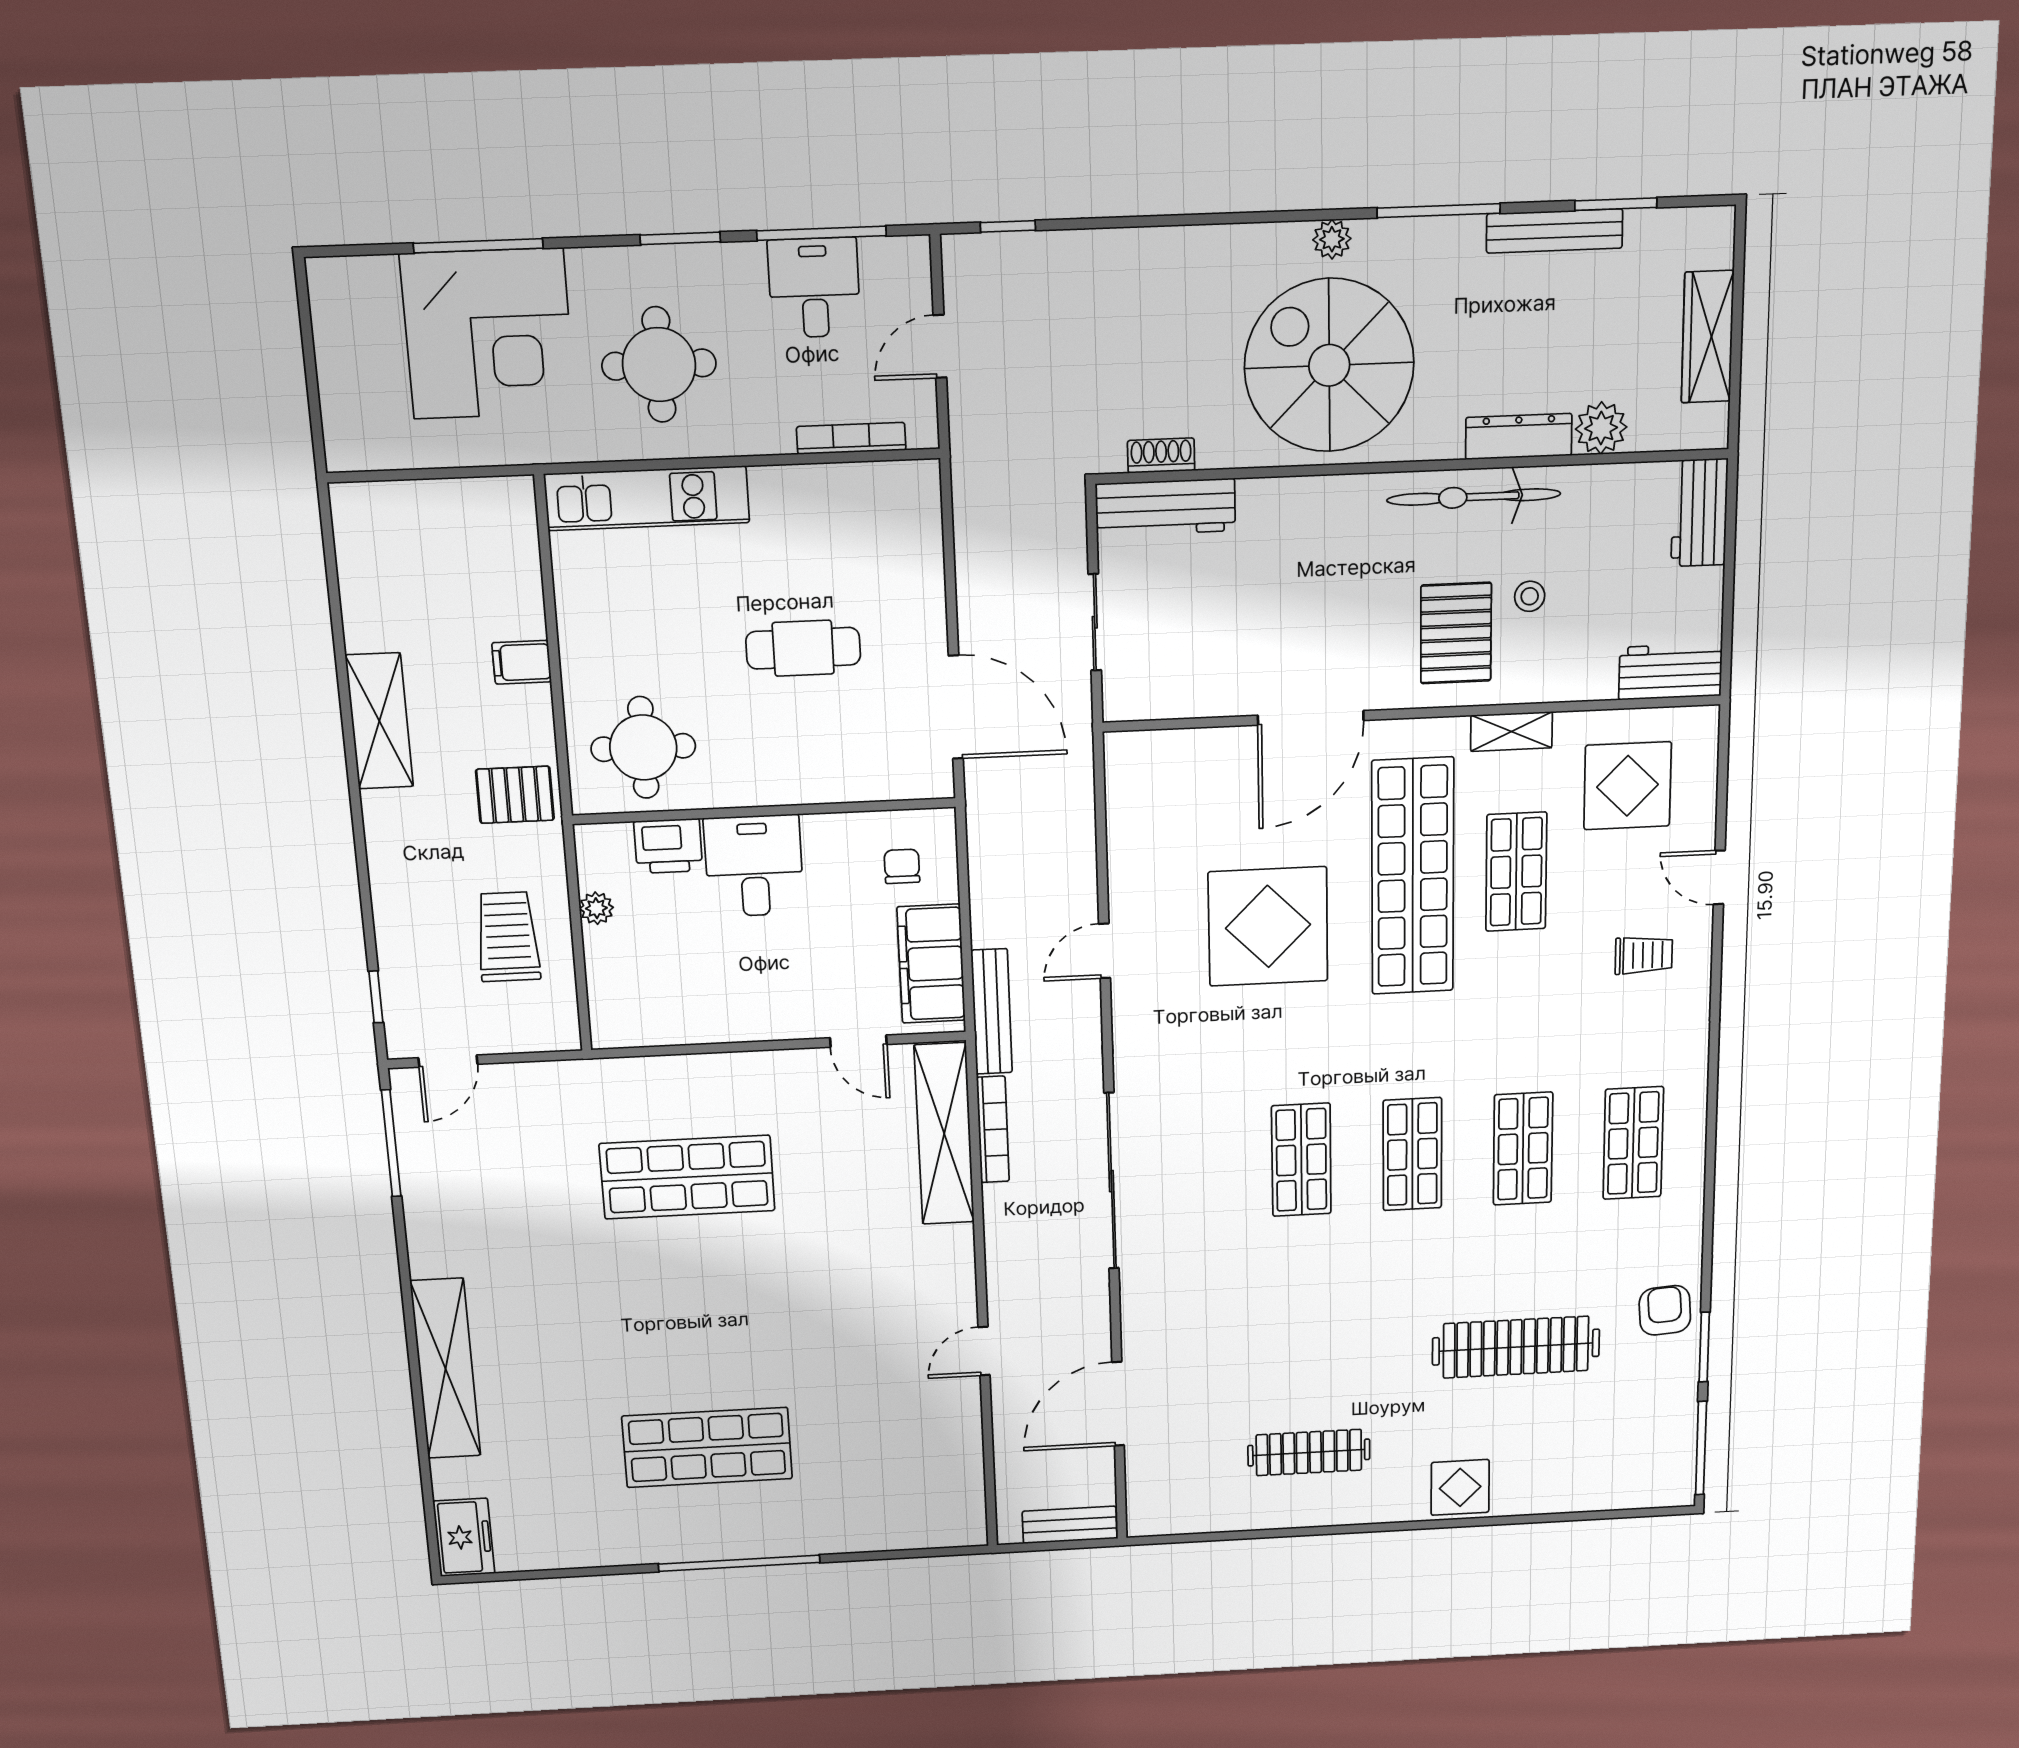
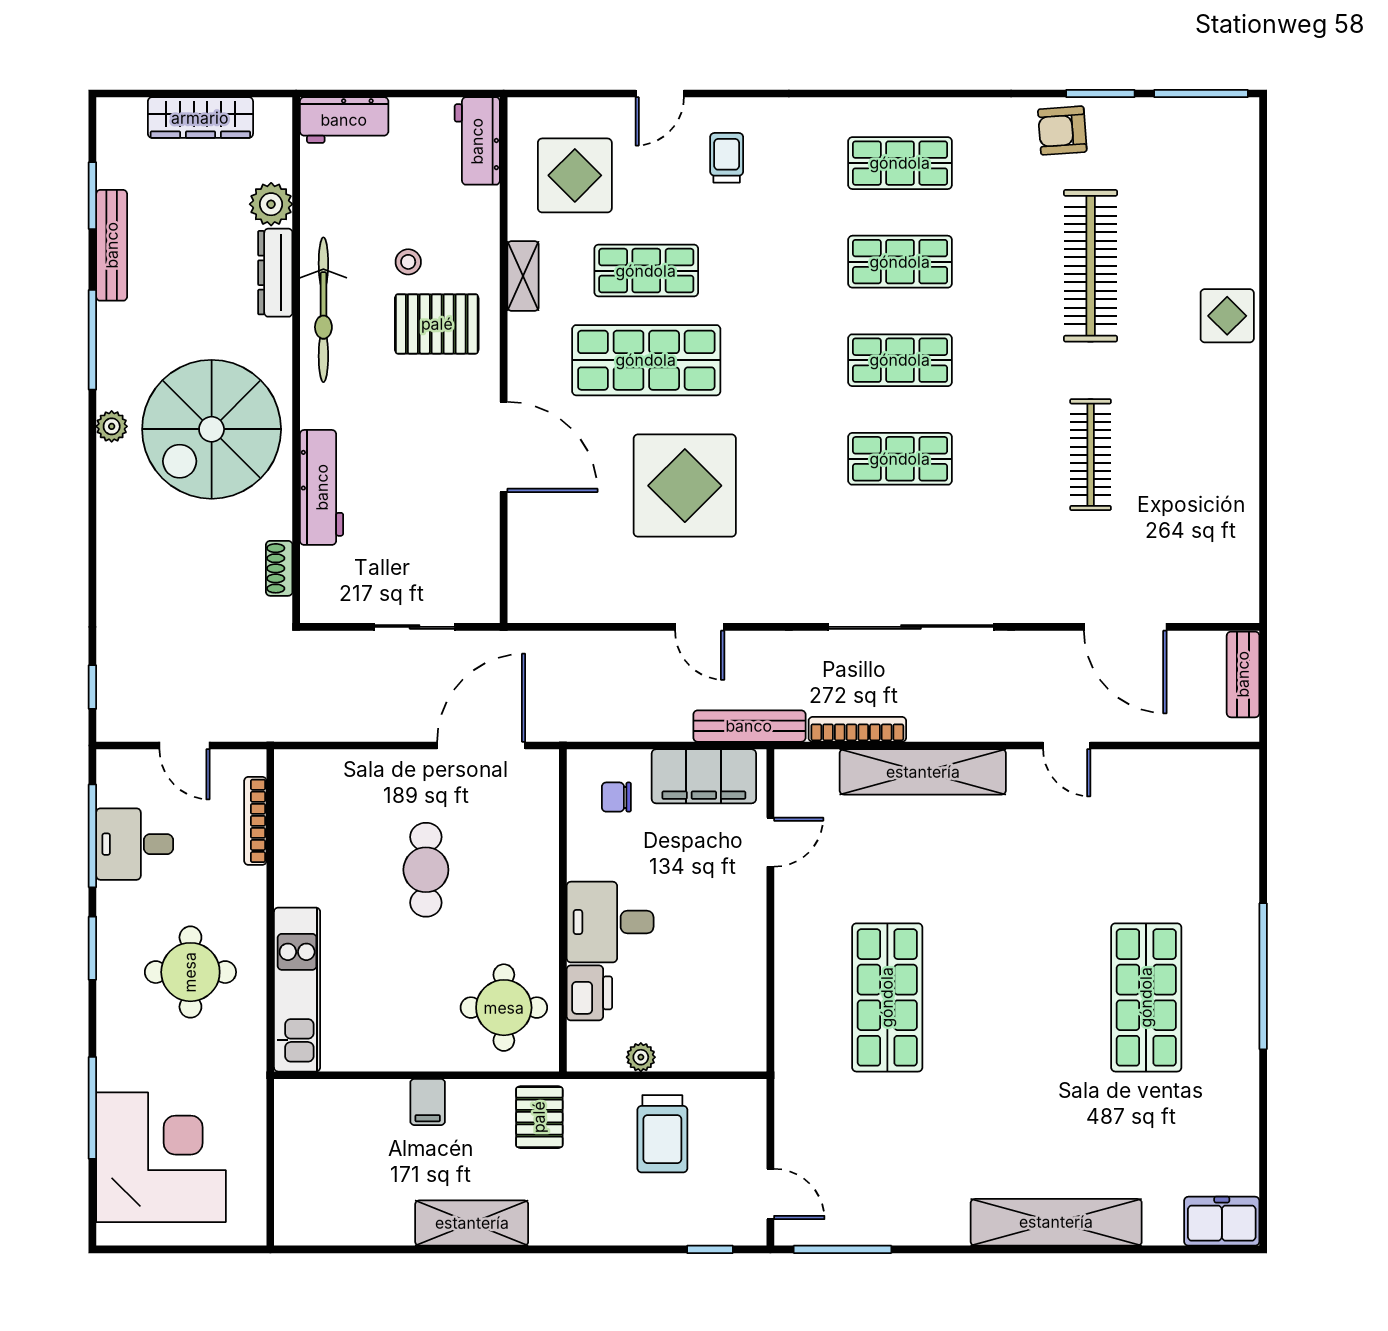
corner desk: (488, 334) -> (161, 1157), moved
workbench: (1165, 507) -> (322, 487), moved
shop shelf: (1413, 877) -> (646, 360), width x0.71
trolley: (508, 937) -> (662, 1134), turned -90
shelving: (944, 1134) -> (923, 772), moved
clothes rail: (1309, 1453) -> (1091, 455), moved

